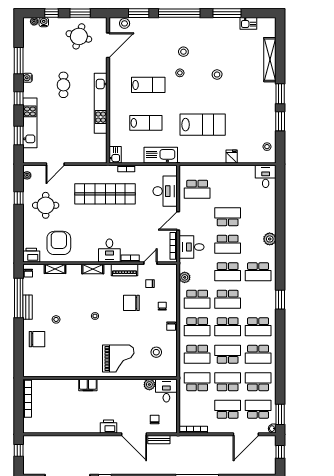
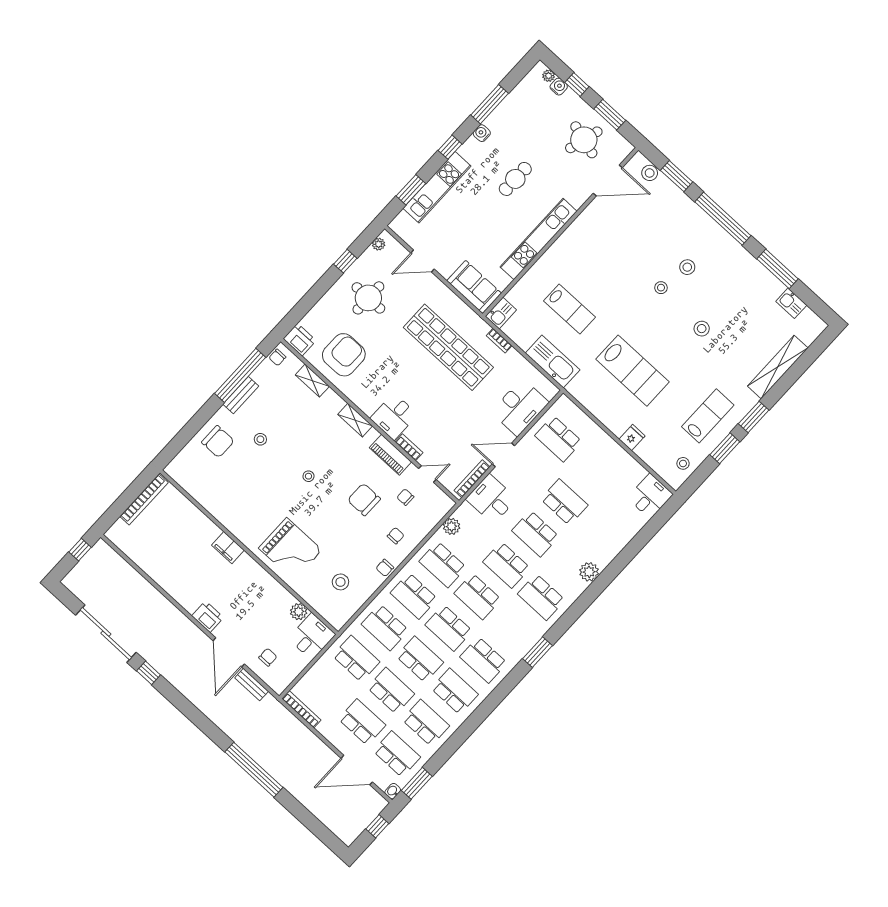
lab bench: (148, 85) -> (708, 416), moved, turned -90
sofa: (91, 154) -> (474, 287), added
school desk: (258, 354) -> (455, 691), turned 180

